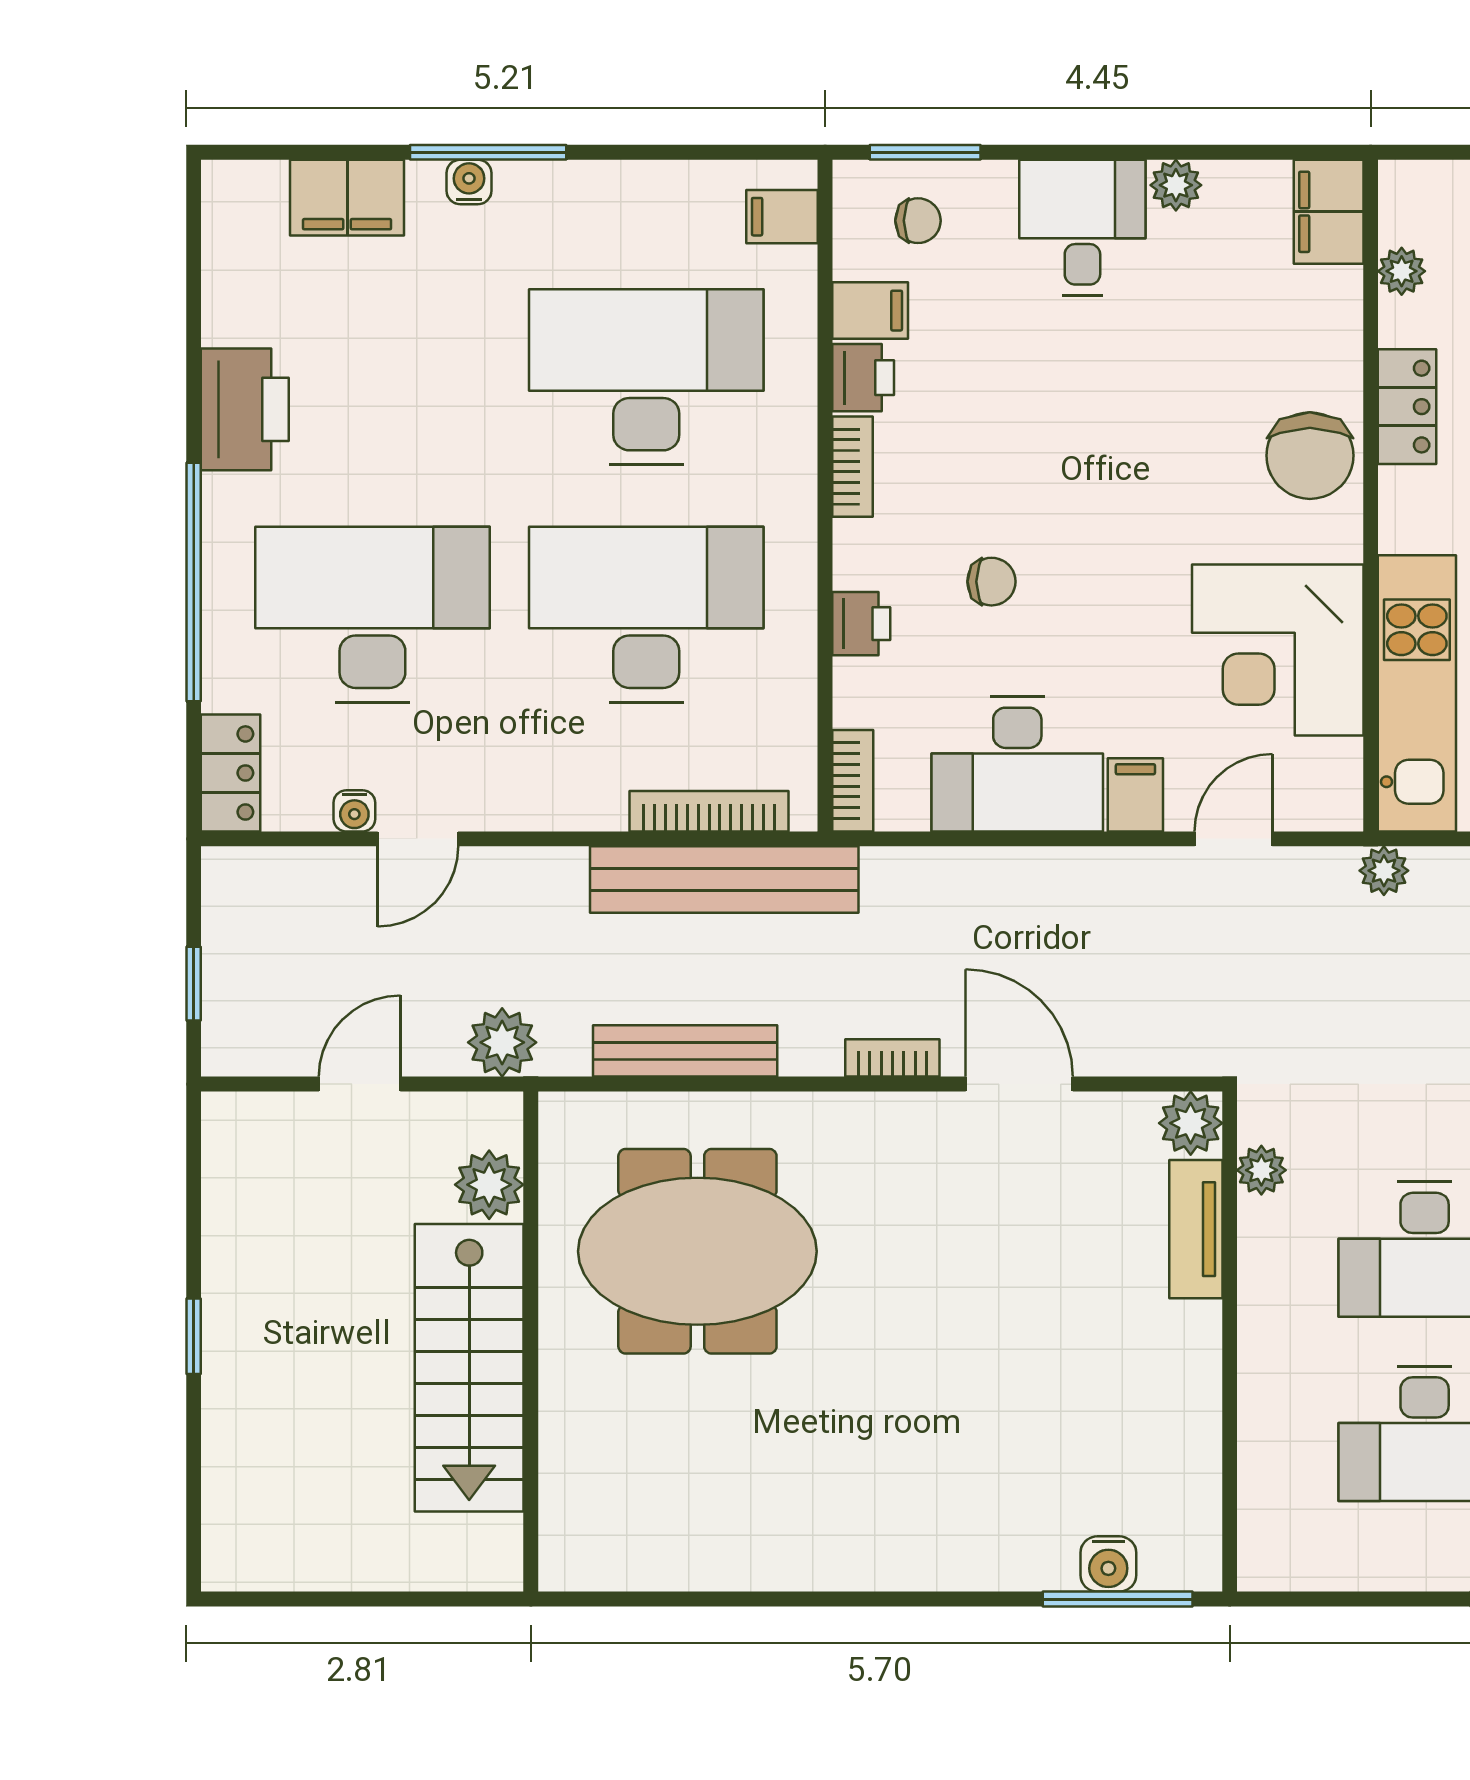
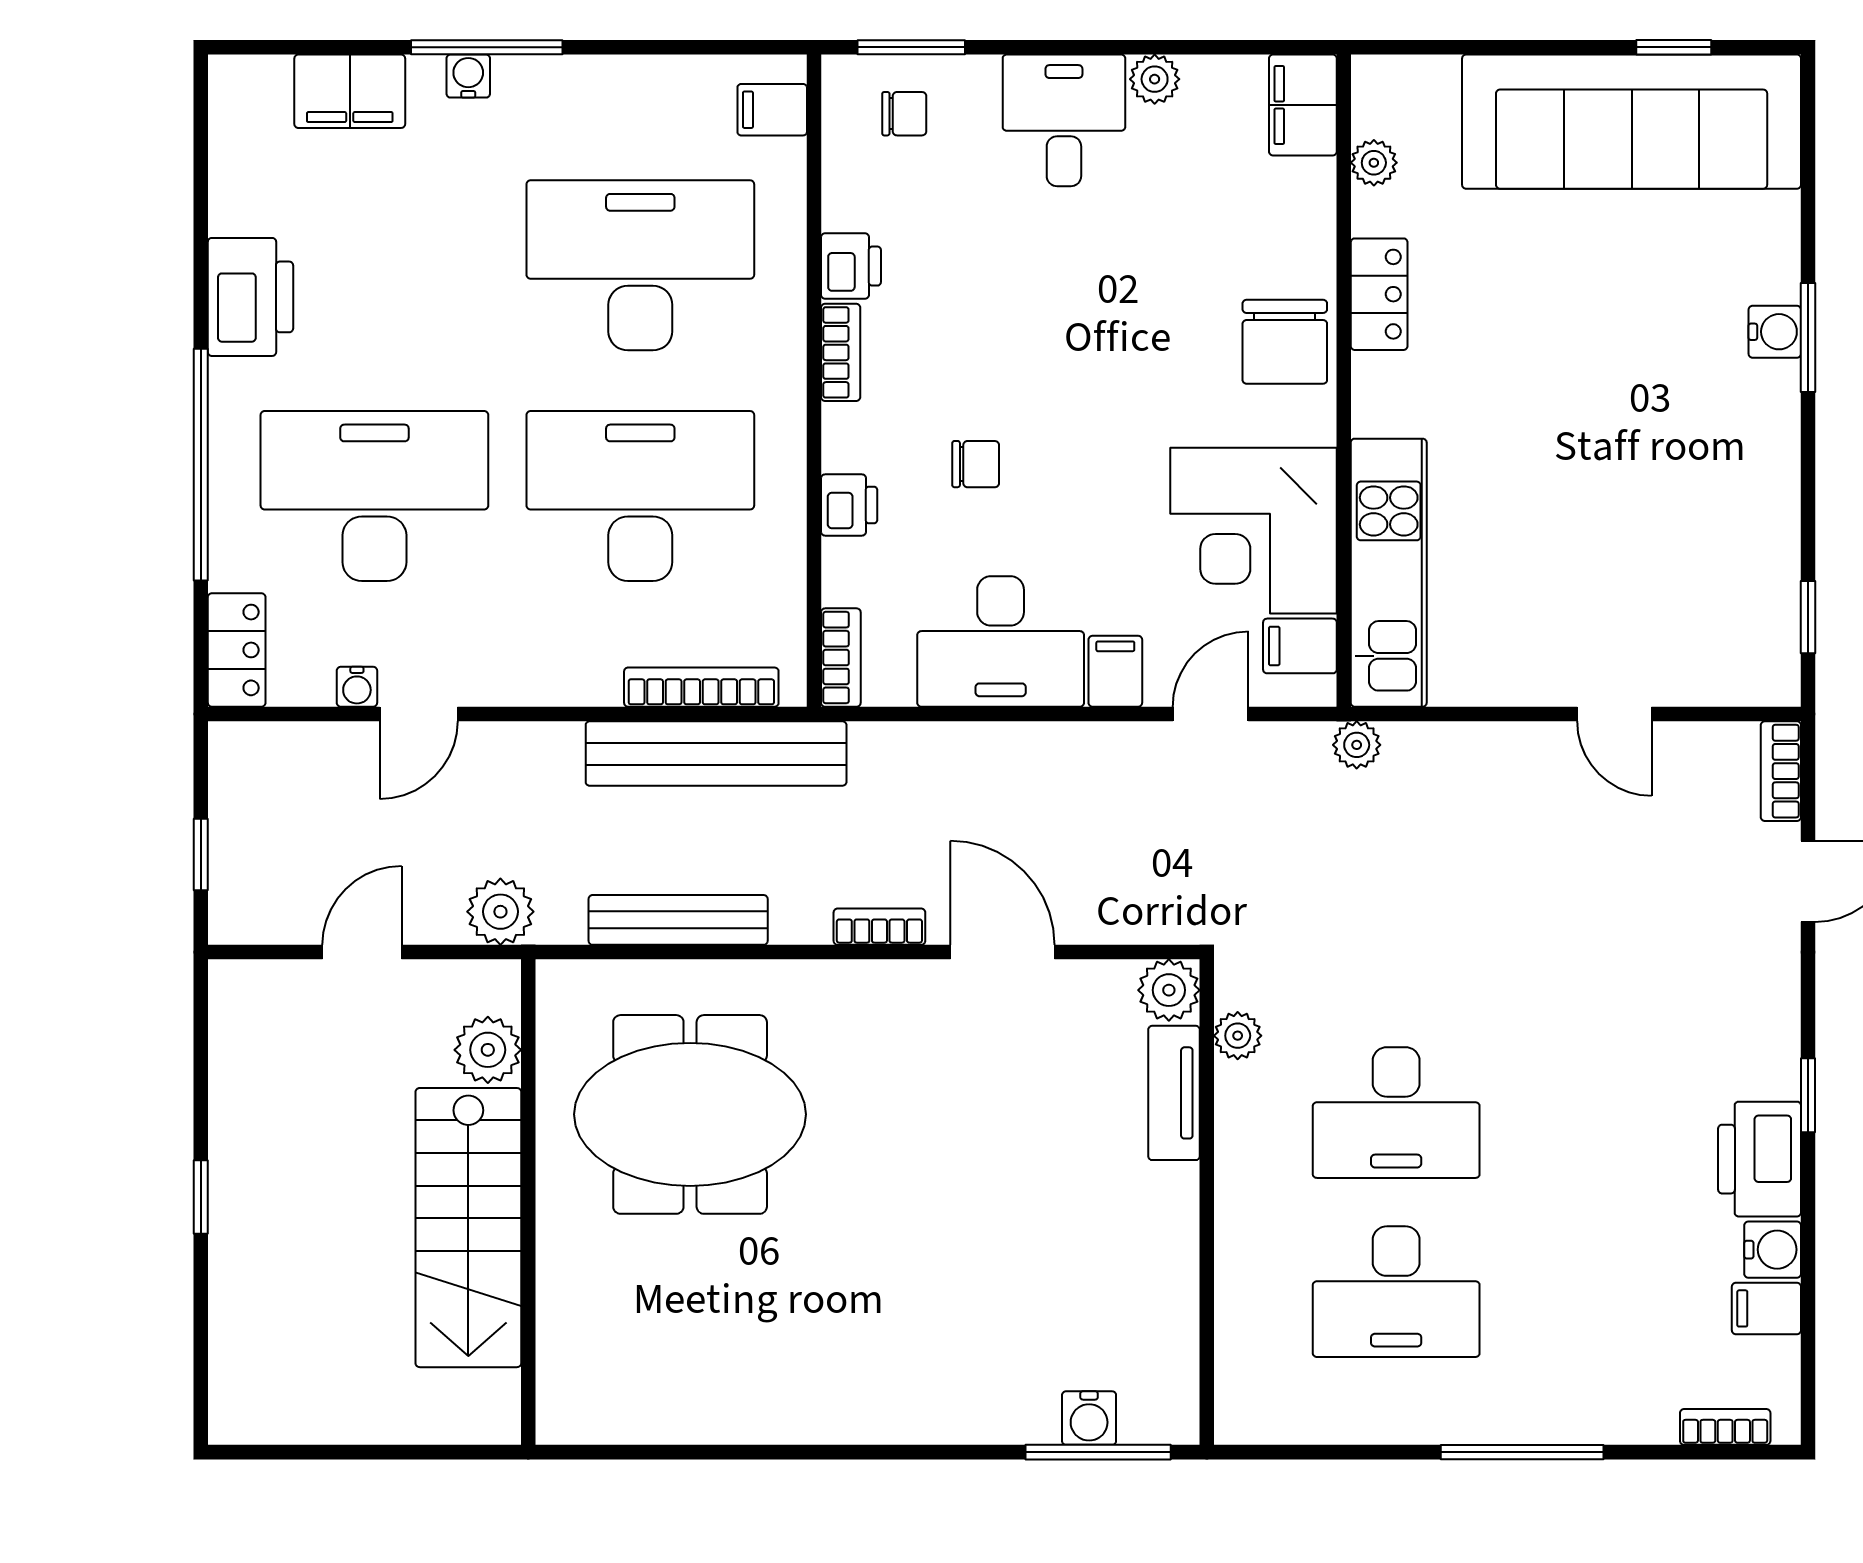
filing cabinet: (870, 311) -> (1300, 646), moved, turned 180

